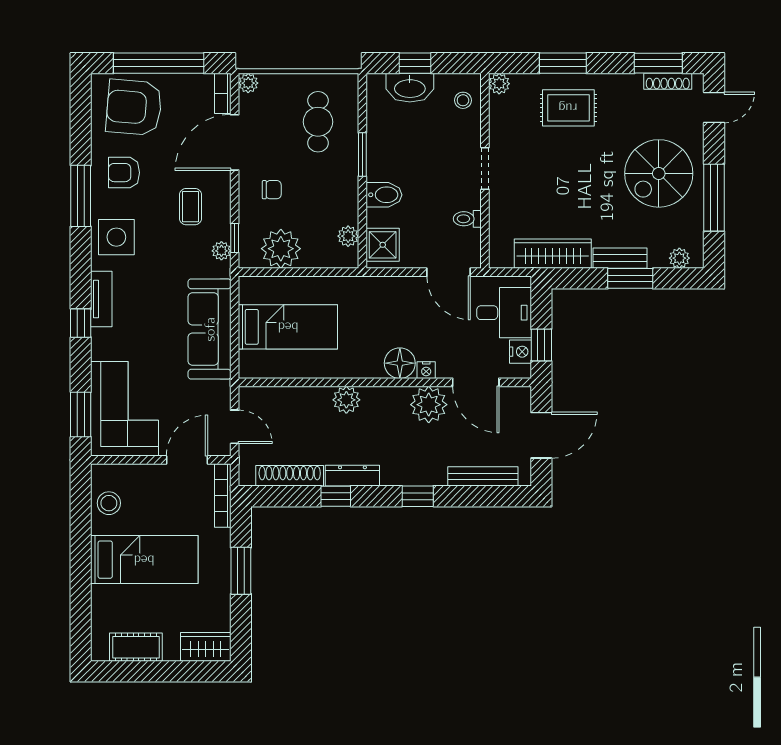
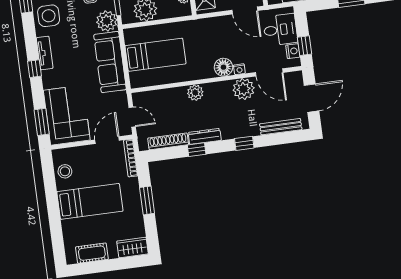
plant: (221, 251) -> (107, 21), width x1.87, depth x1.87

